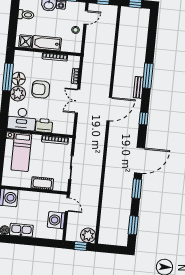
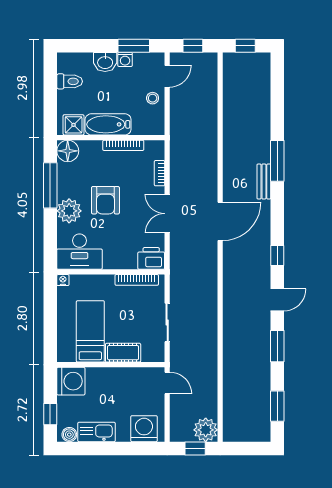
floor lamp: (18, 79) -> (68, 151), moved
armchair: (41, 89) -> (105, 200), turned -90
window: (144, 119) -> (277, 255), moved
printer: (44, 126) -> (151, 258), moved
bed: (21, 152) -> (90, 331), moved, turned 180
door: (140, 160) -> (277, 300), width x0.53
washing machine: (56, 220) -> (144, 429), moved, turned 90

